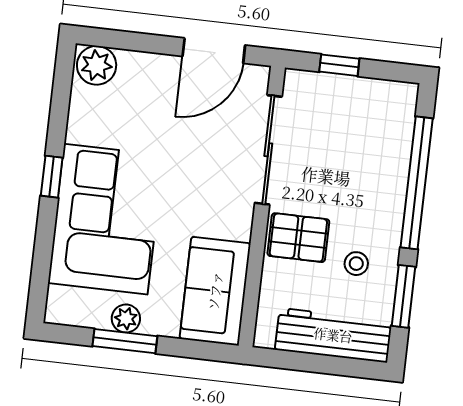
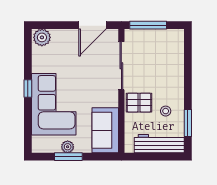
window: (339, 65) -> (148, 25), width x2.17
window: (417, 183) -> (188, 73), removed

